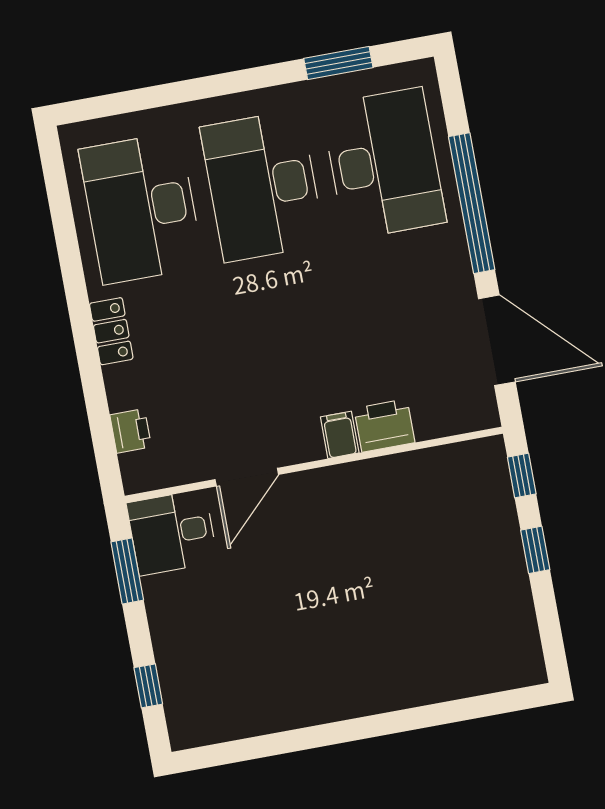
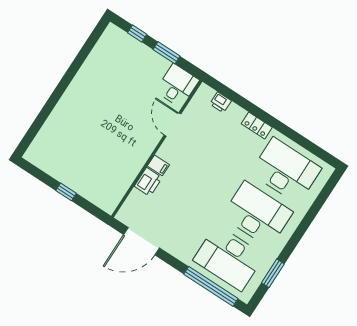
window: (472, 203) -> (211, 286), moved
window: (522, 476) -> (93, 209), removed
window: (127, 571) -> (166, 53), moved

